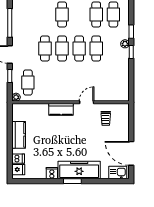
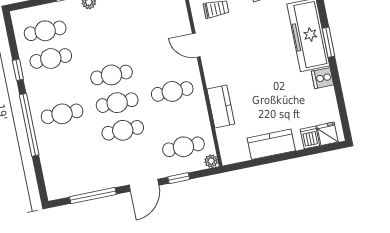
cafe table: (96, 48) -> (172, 91), moved
kitchen counter: (61, 109) -> (221, 107), moved

